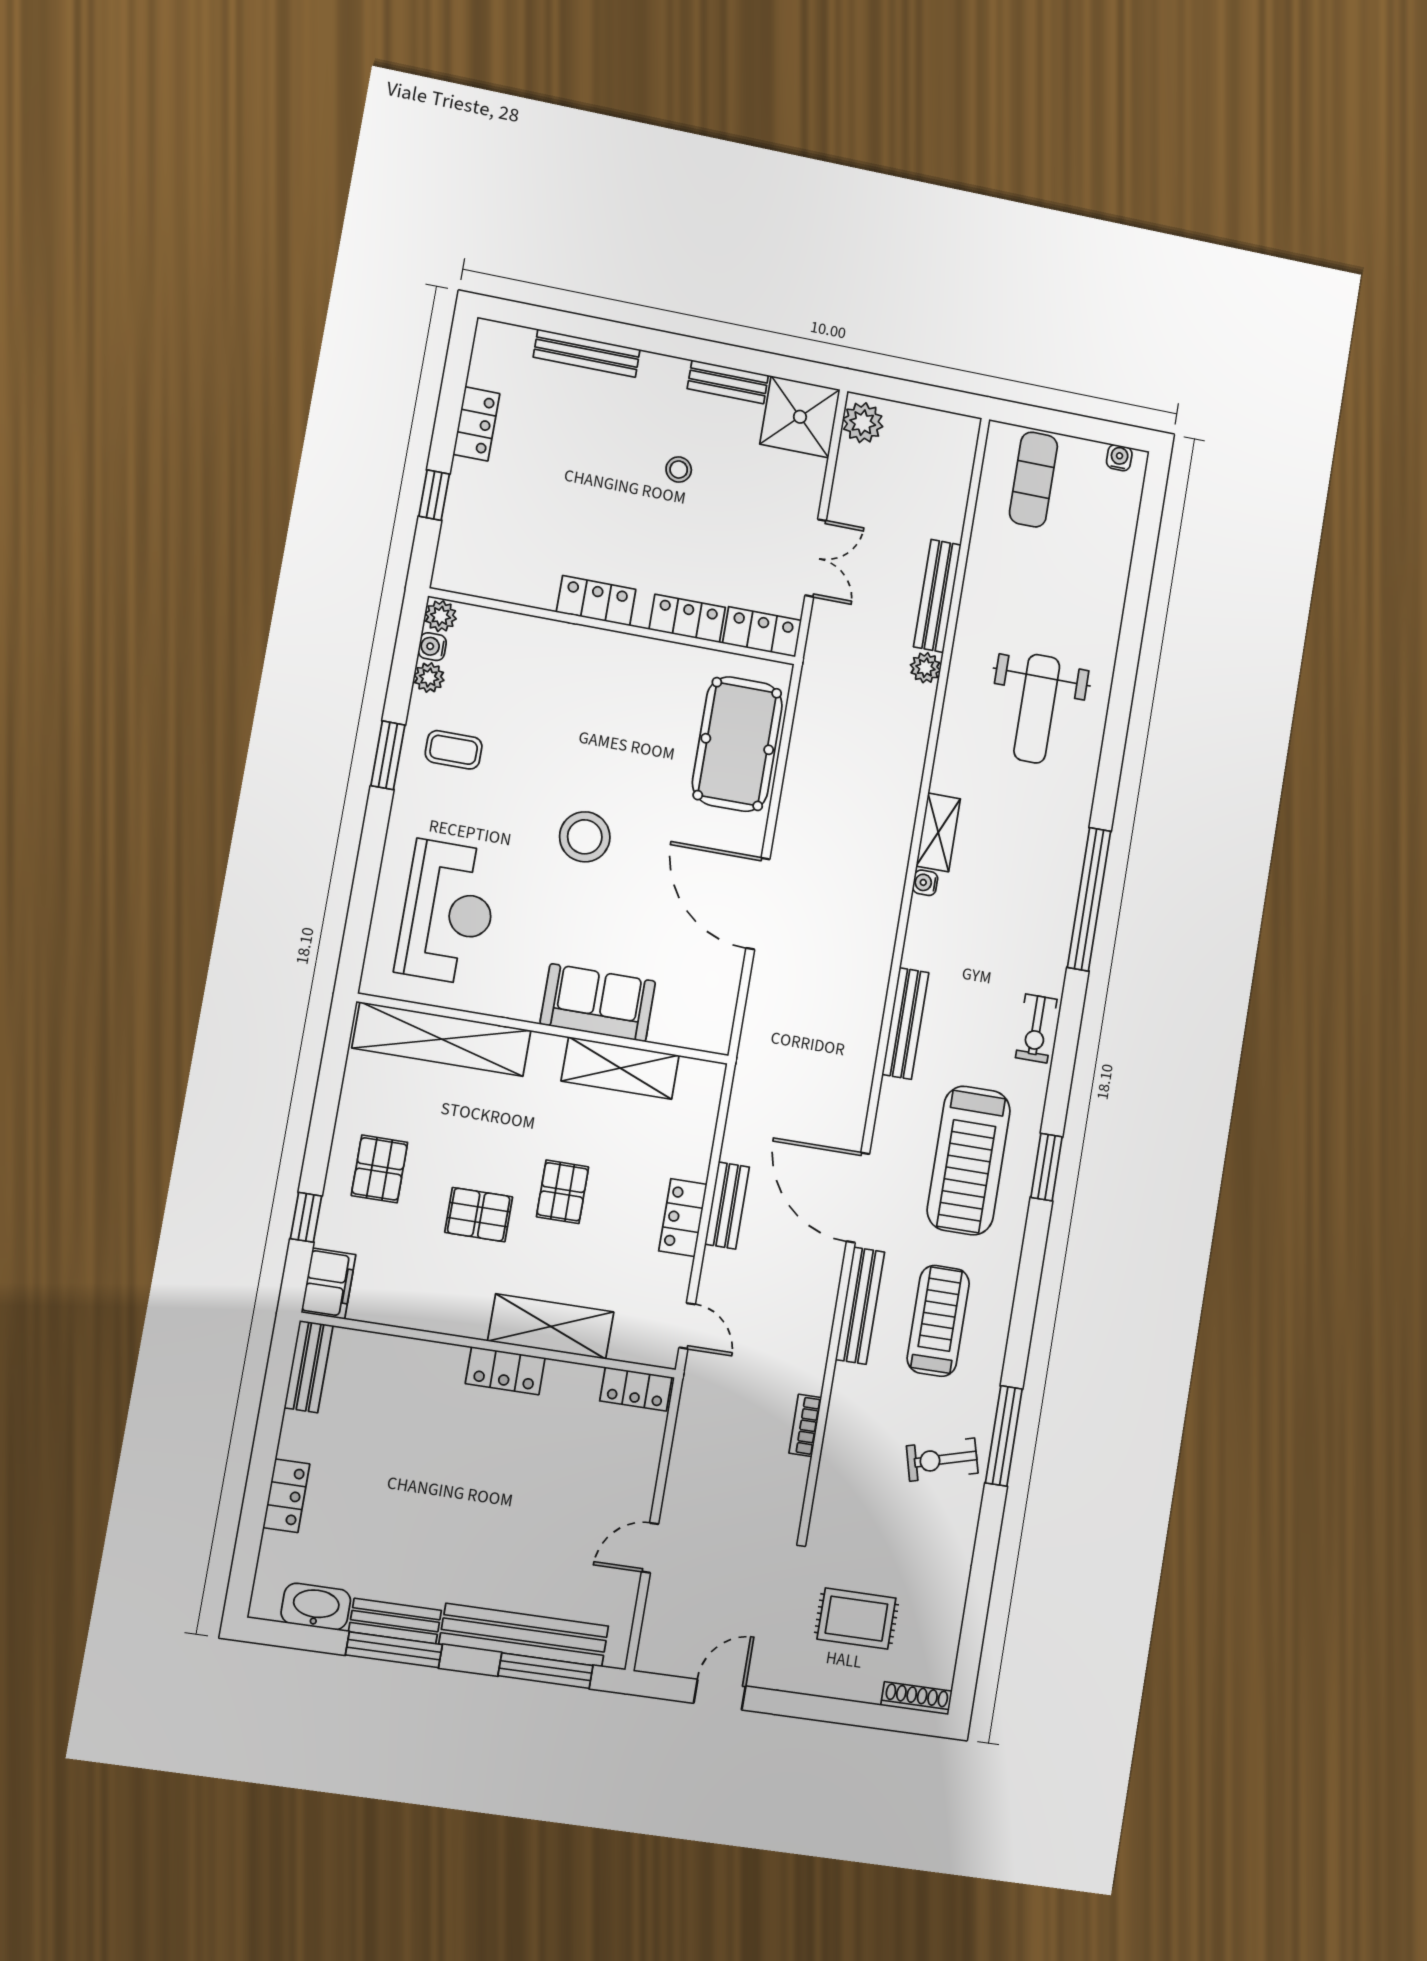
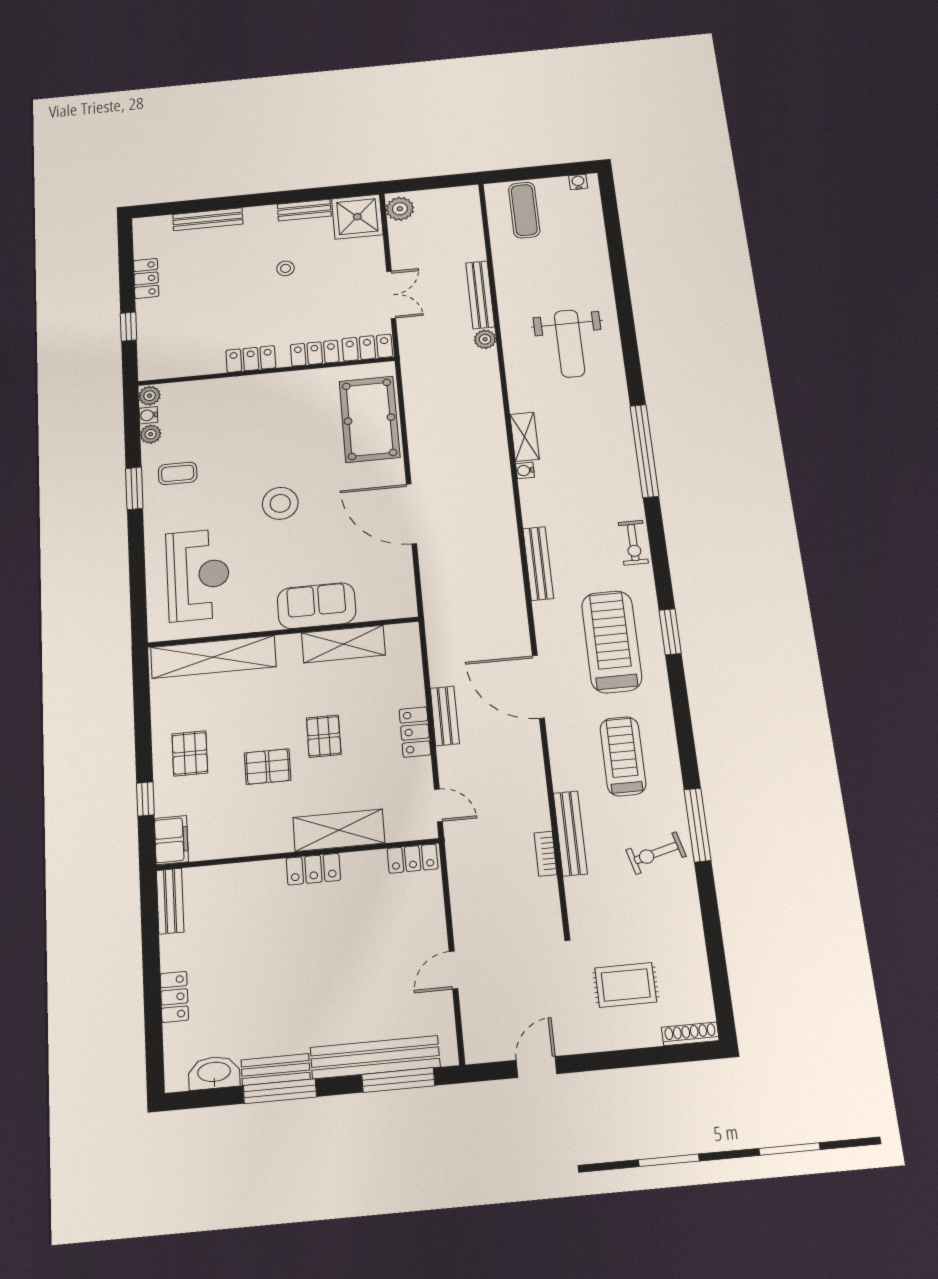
treadmill: (969, 1160) -> (612, 642), turned 180
bench: (860, 1306) -> (570, 833), moved

